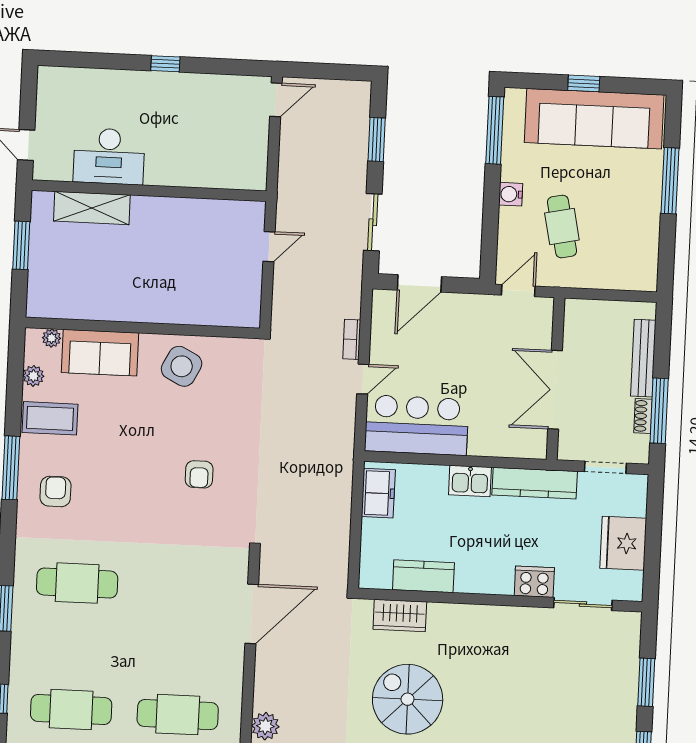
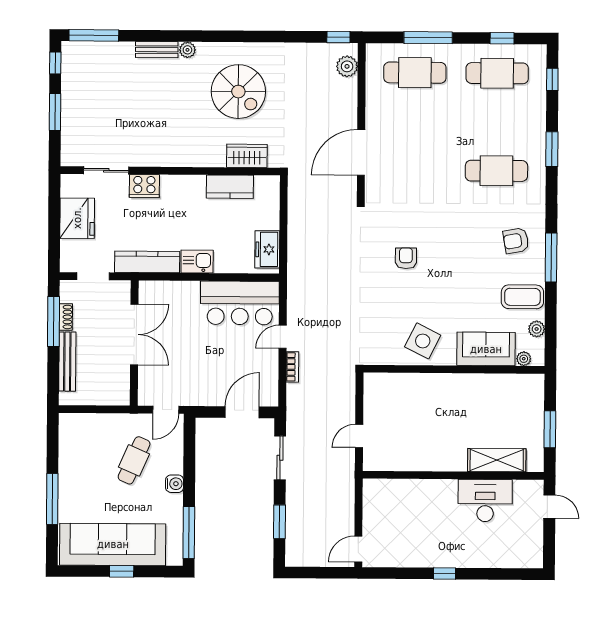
cafe table: (562, 227) -> (134, 460), turned 36
armchair: (55, 491) -> (516, 241), turned 80

